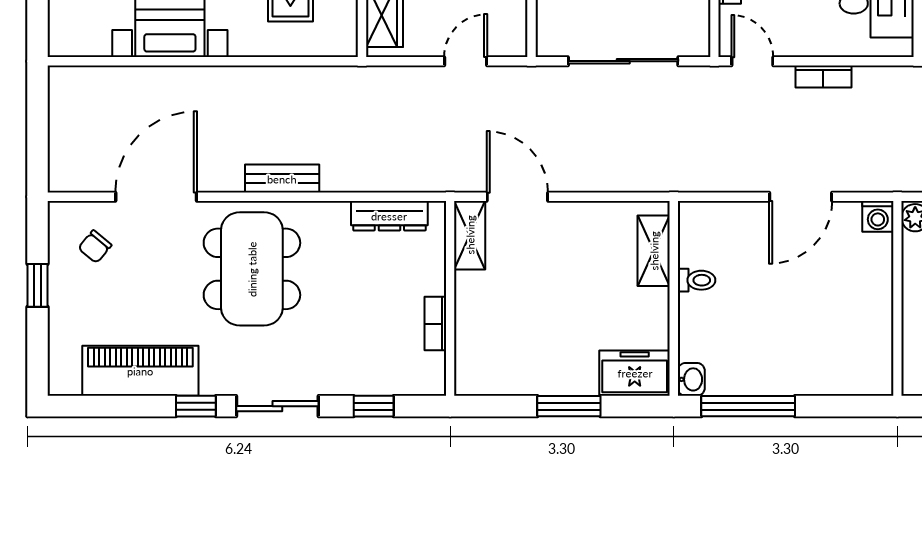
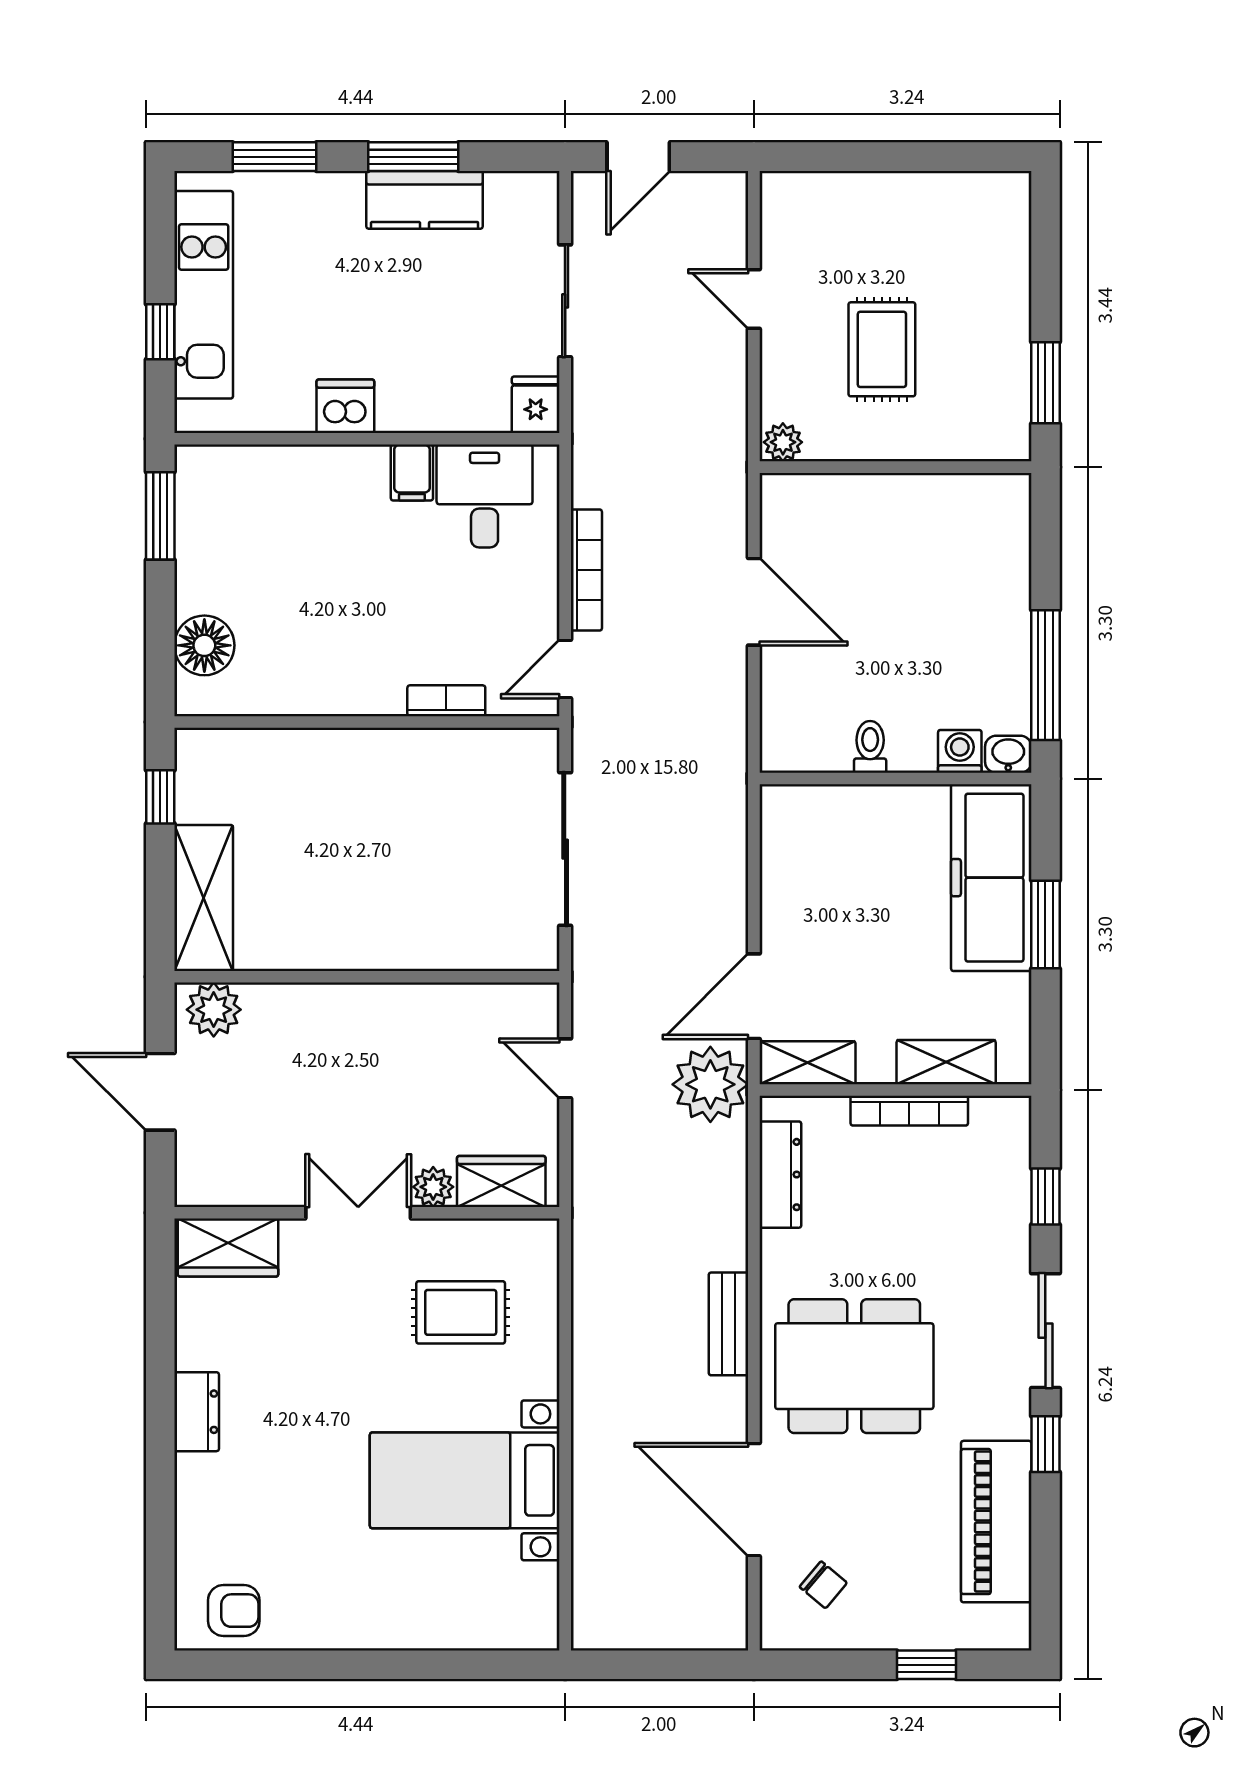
bookcase: (823, 76) -> (586, 570), width x1.56
plant: (454, 166) -> (710, 1084), added
washing machine: (878, 216) -> (960, 751), moved, turned -90
shelving: (654, 251) -> (946, 1062), moved
window: (37, 285) -> (926, 1665), moved
bookcase: (435, 324) -> (909, 1111), width x1.56
freezer: (635, 373) -> (991, 878), width x1.91, depth x1.26

